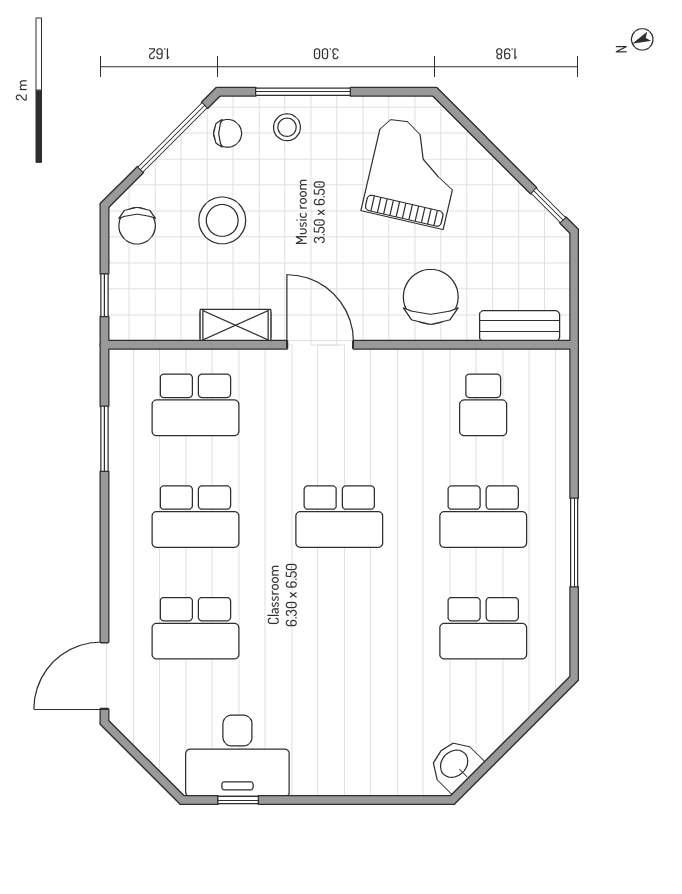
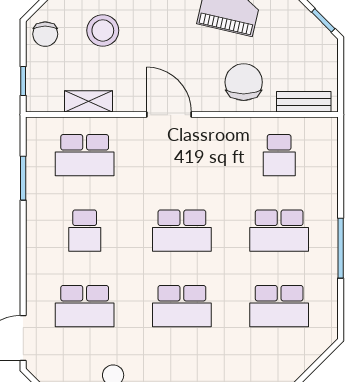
shelving: (235, 325) -> (89, 101), moved
school desk: (195, 517) -> (85, 231), width x0.54
school desk: (339, 628) -> (182, 306), added

